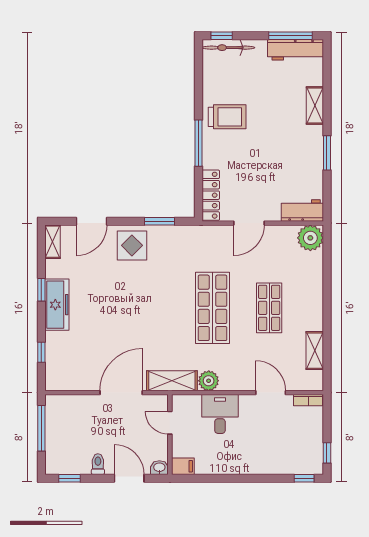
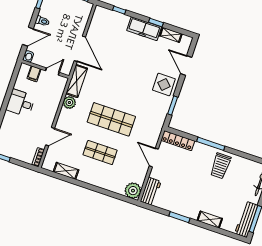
shelving: (53, 242) -> (171, 35), moved
desk: (220, 414) -> (21, 103), moved, turned 180
filing cabinet: (183, 466) -> (34, 74), moved

